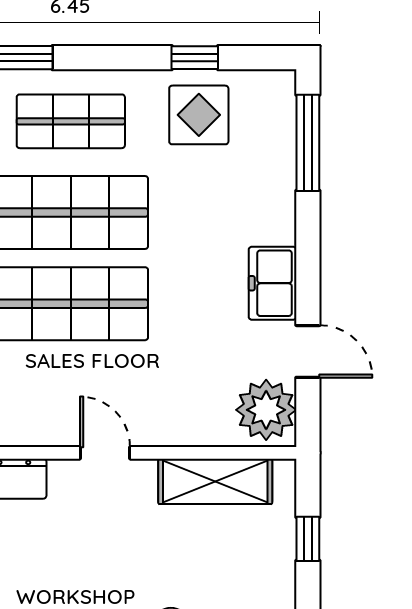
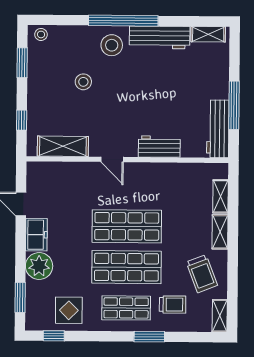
window: (195, 58) -> (54, 336), moved
window: (308, 143) -> (20, 297), width x0.69
plant: (266, 410) -> (39, 266), moved

